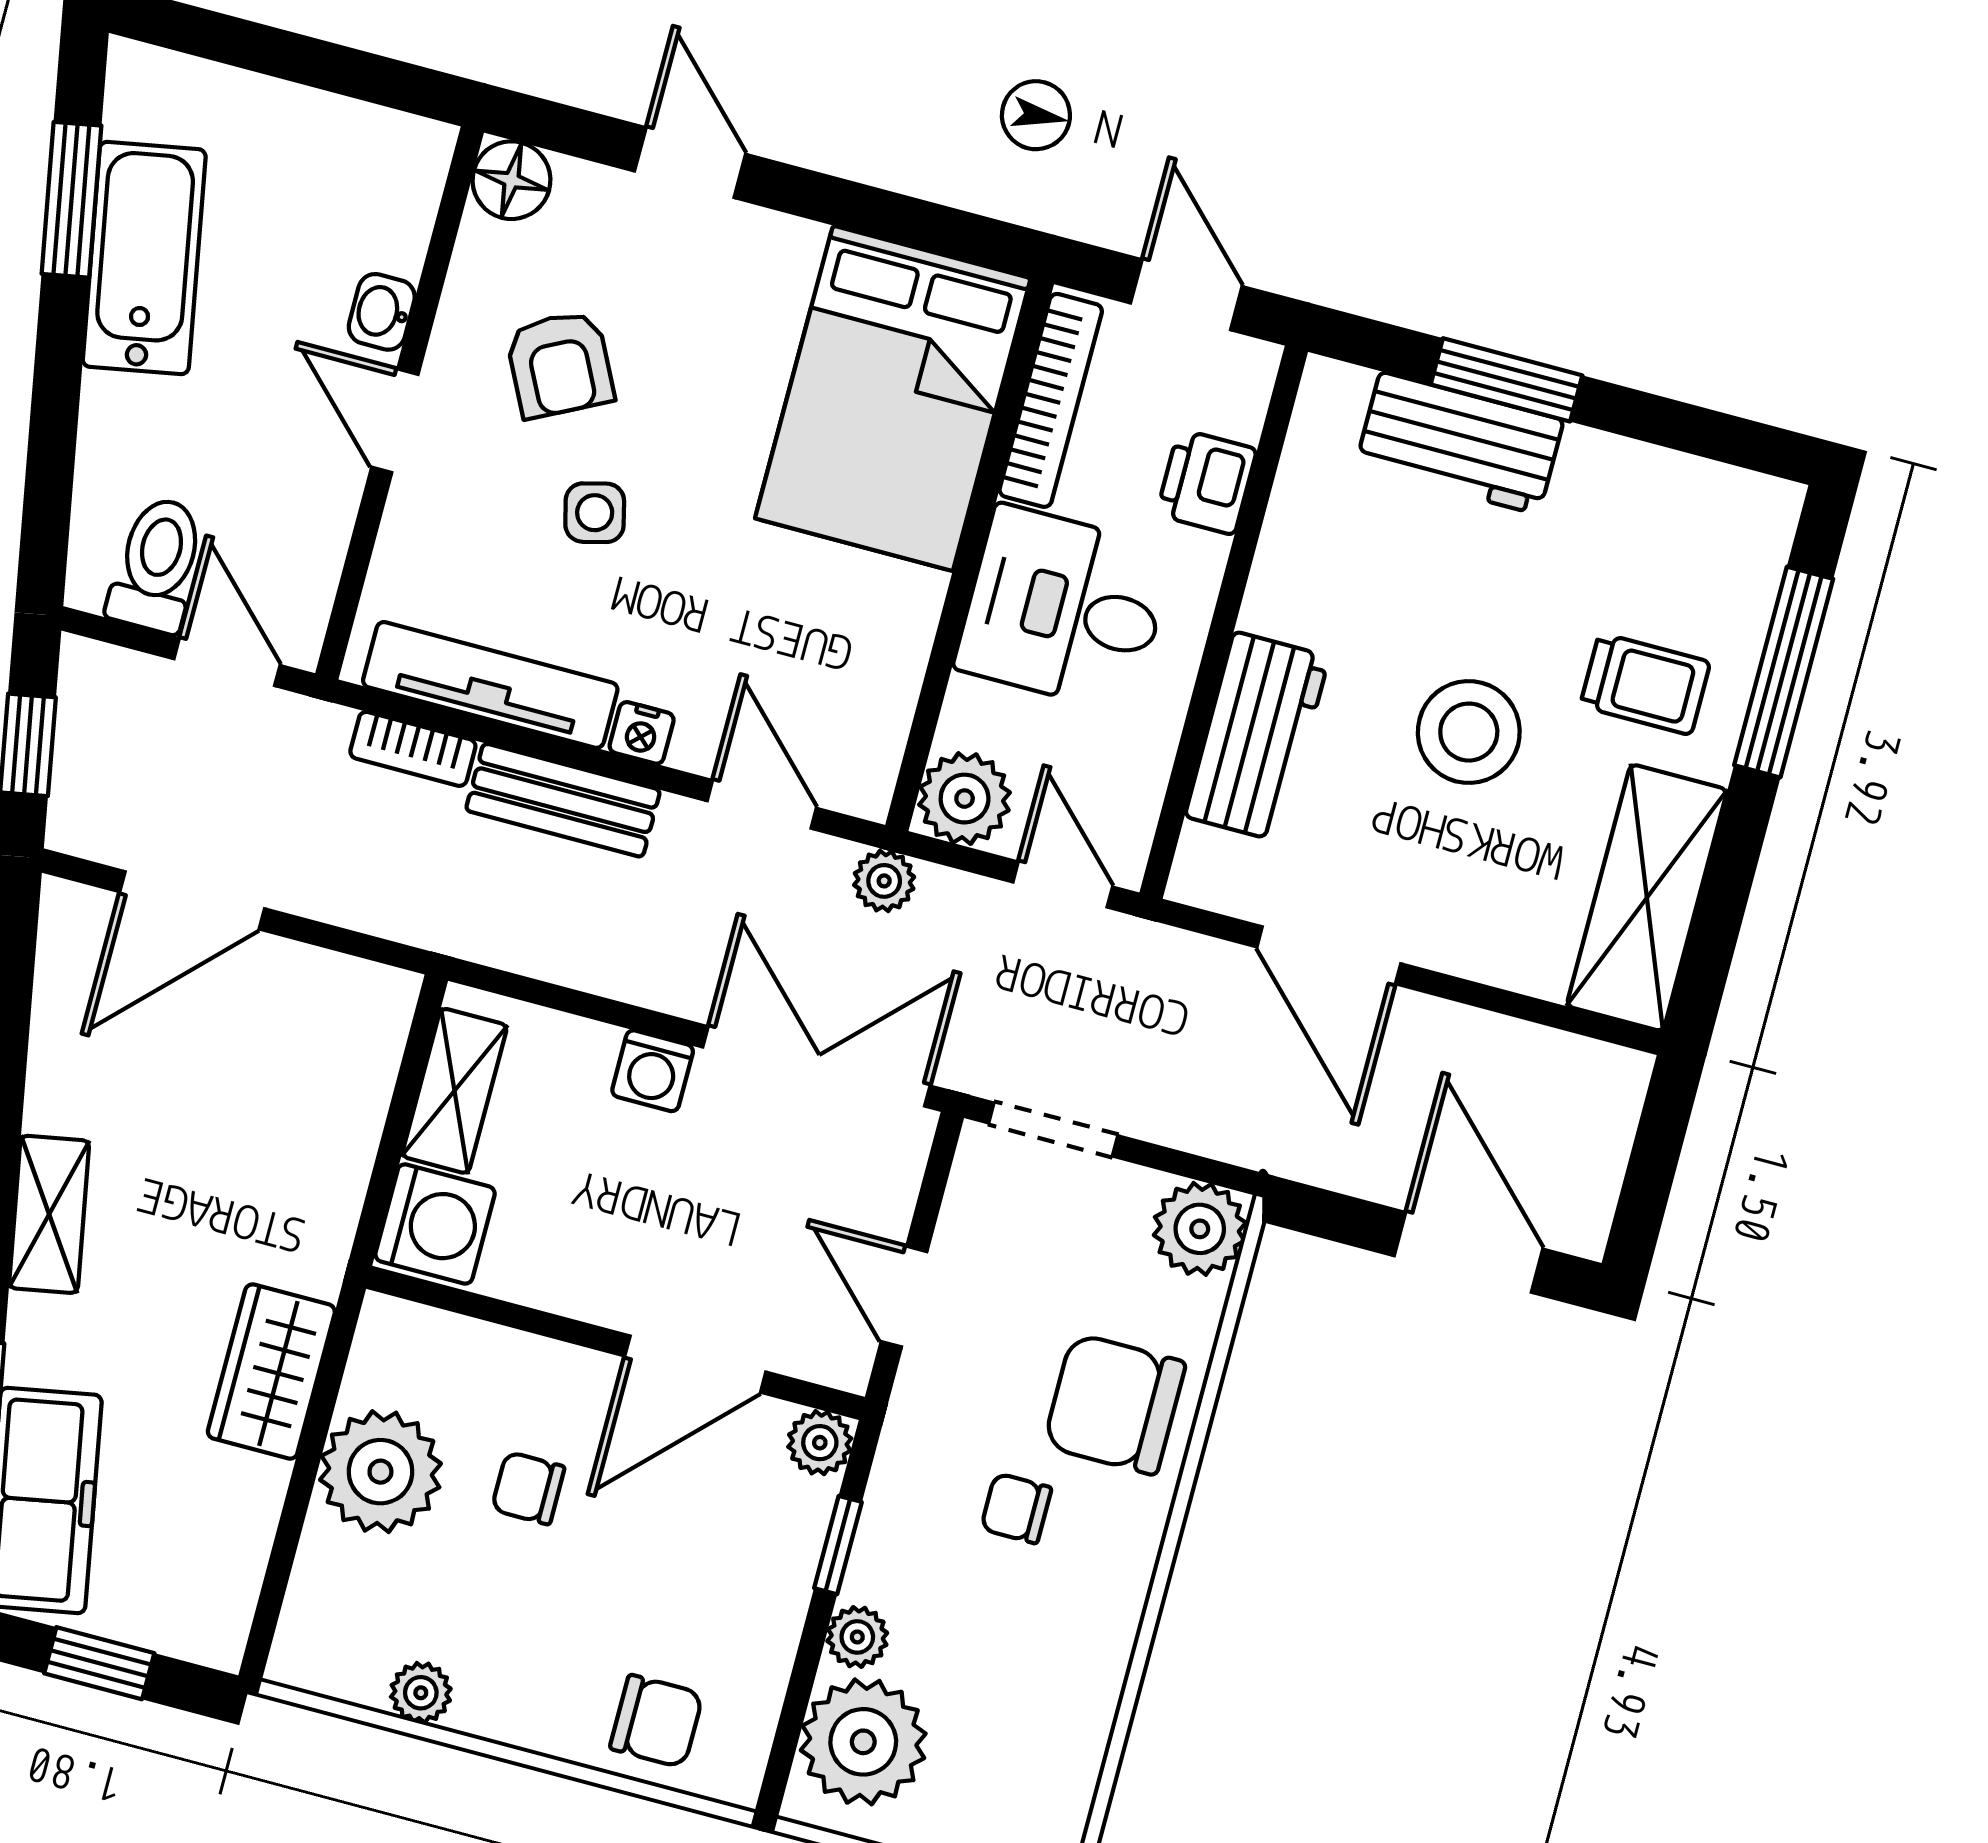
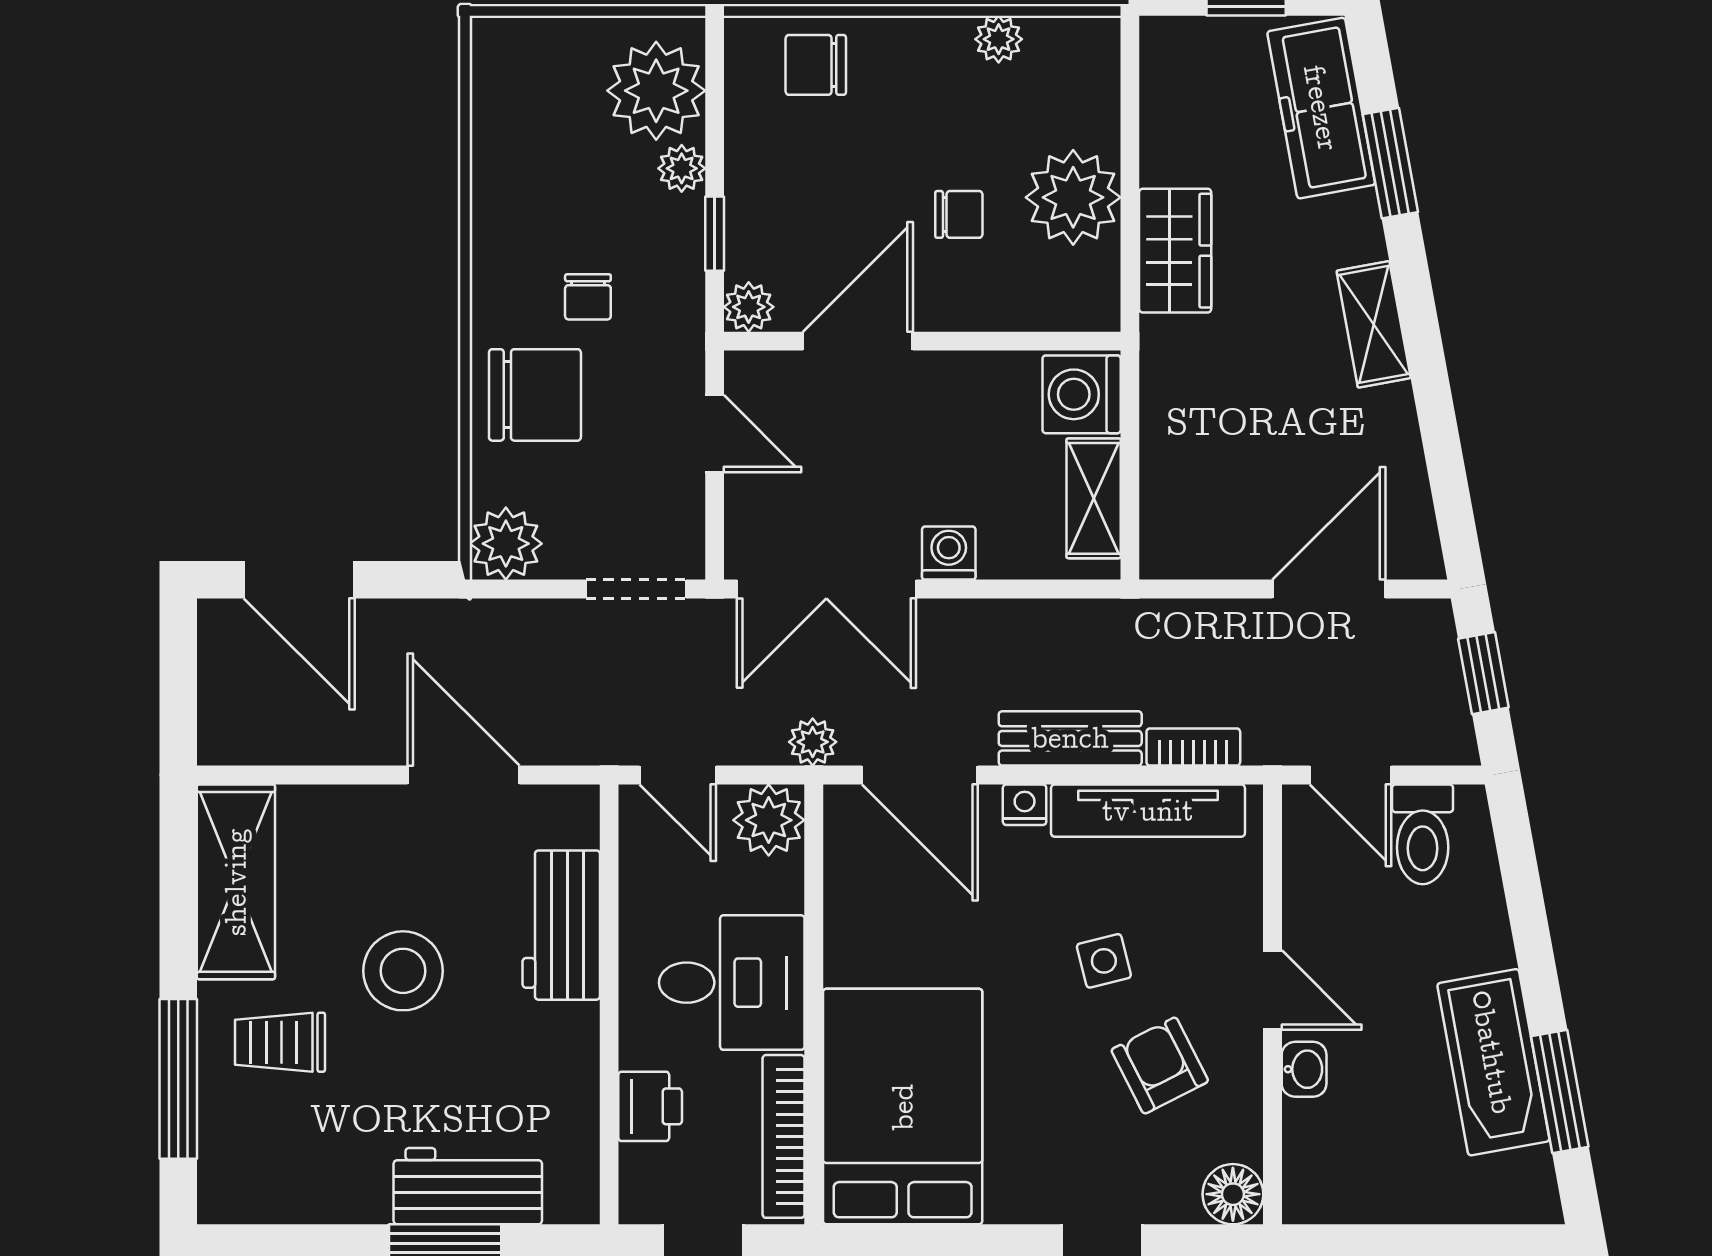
door: (762, 804) -> (920, 775), width x1.38
chair: (1016, 1508) -> (588, 297), turned 90

